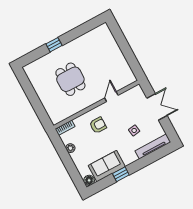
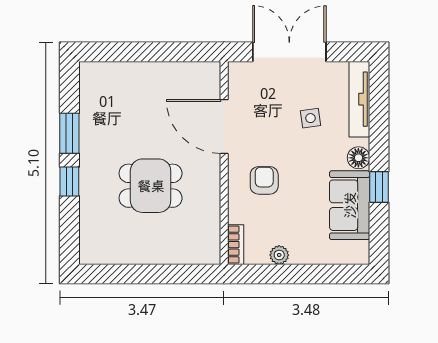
window: (74, 34) -> (69, 133), added
door: (111, 97) -> (224, 126), width x1.88
double door: (157, 107) -> (289, 52), width x1.37
floor lamp: (89, 180) -> (358, 158), moved

